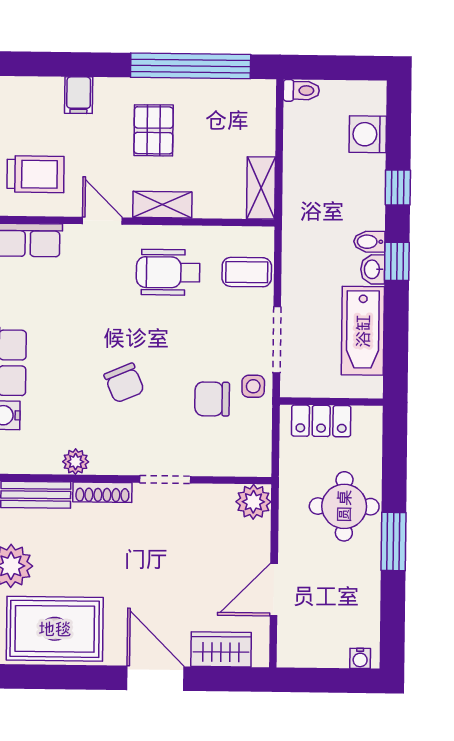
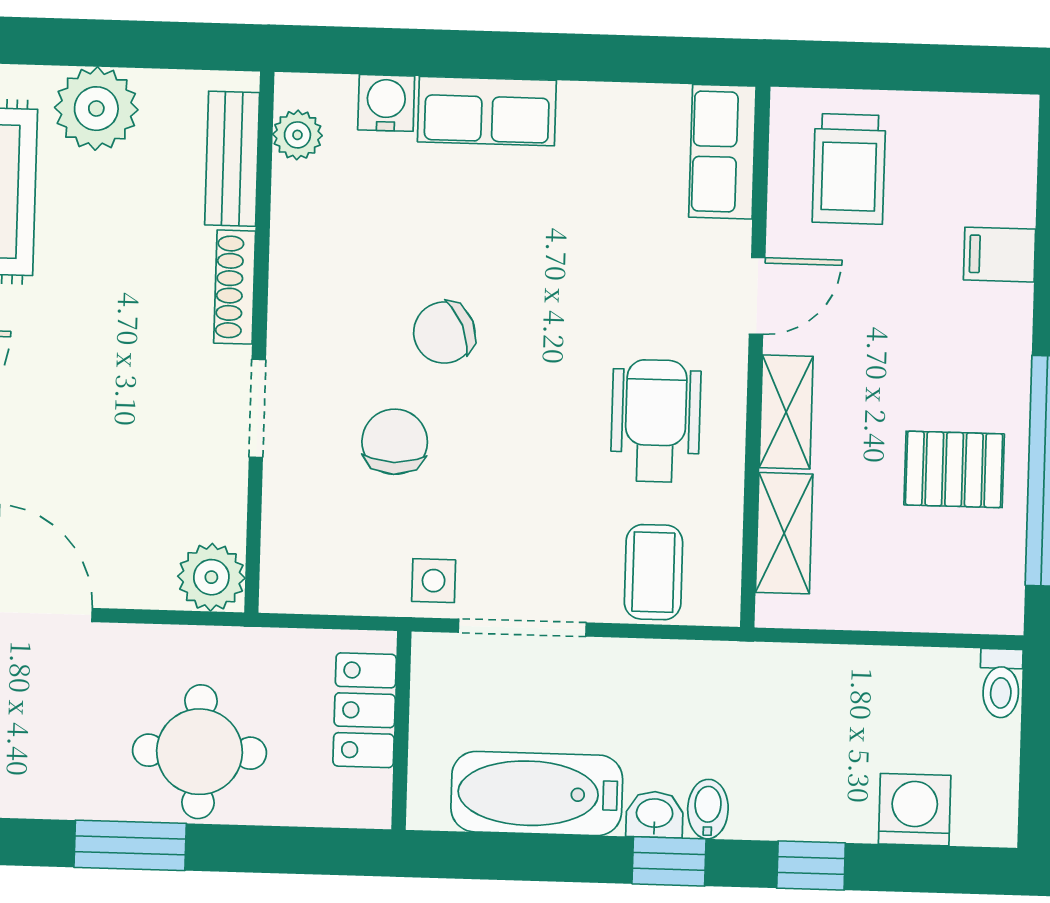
pallet: (154, 130) -> (954, 469), moved
shelving: (261, 188) -> (784, 533), moved, turned 90
chair: (212, 399) -> (395, 442), moved
plant: (76, 462) -> (297, 135), moved

